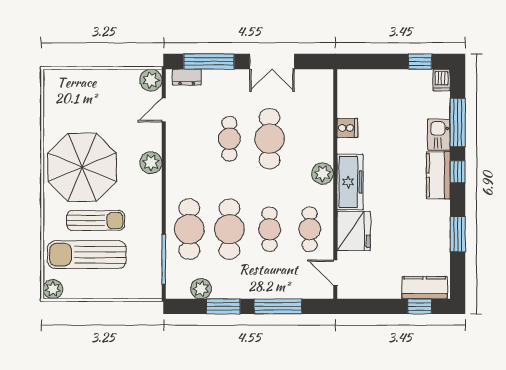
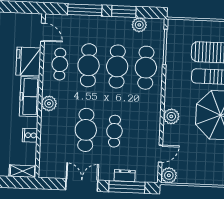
dresser: (187, 77) -> (125, 176), moved
shelving: (355, 77) -> (23, 171), added
cafe table: (270, 229) -> (89, 65), width x1.37, depth x1.35

